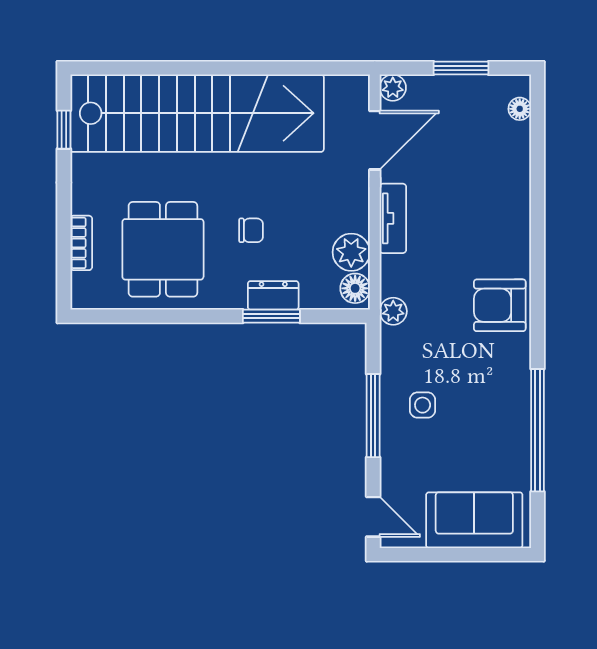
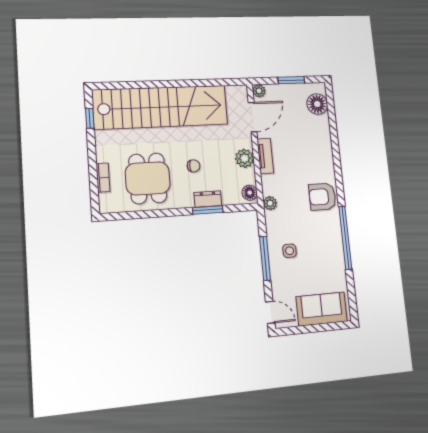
floor lamp: (520, 109) -> (317, 104), width x1.89, depth x1.89
plant: (351, 252) -> (245, 158), moved
window: (537, 430) -> (345, 238), moved

